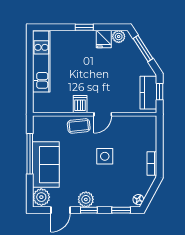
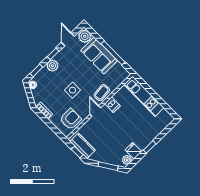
kitchen unit: (41, 61) -> (144, 96), moved
armchair: (134, 130) -> (71, 119), added
plant: (86, 199) -> (52, 66), moved

